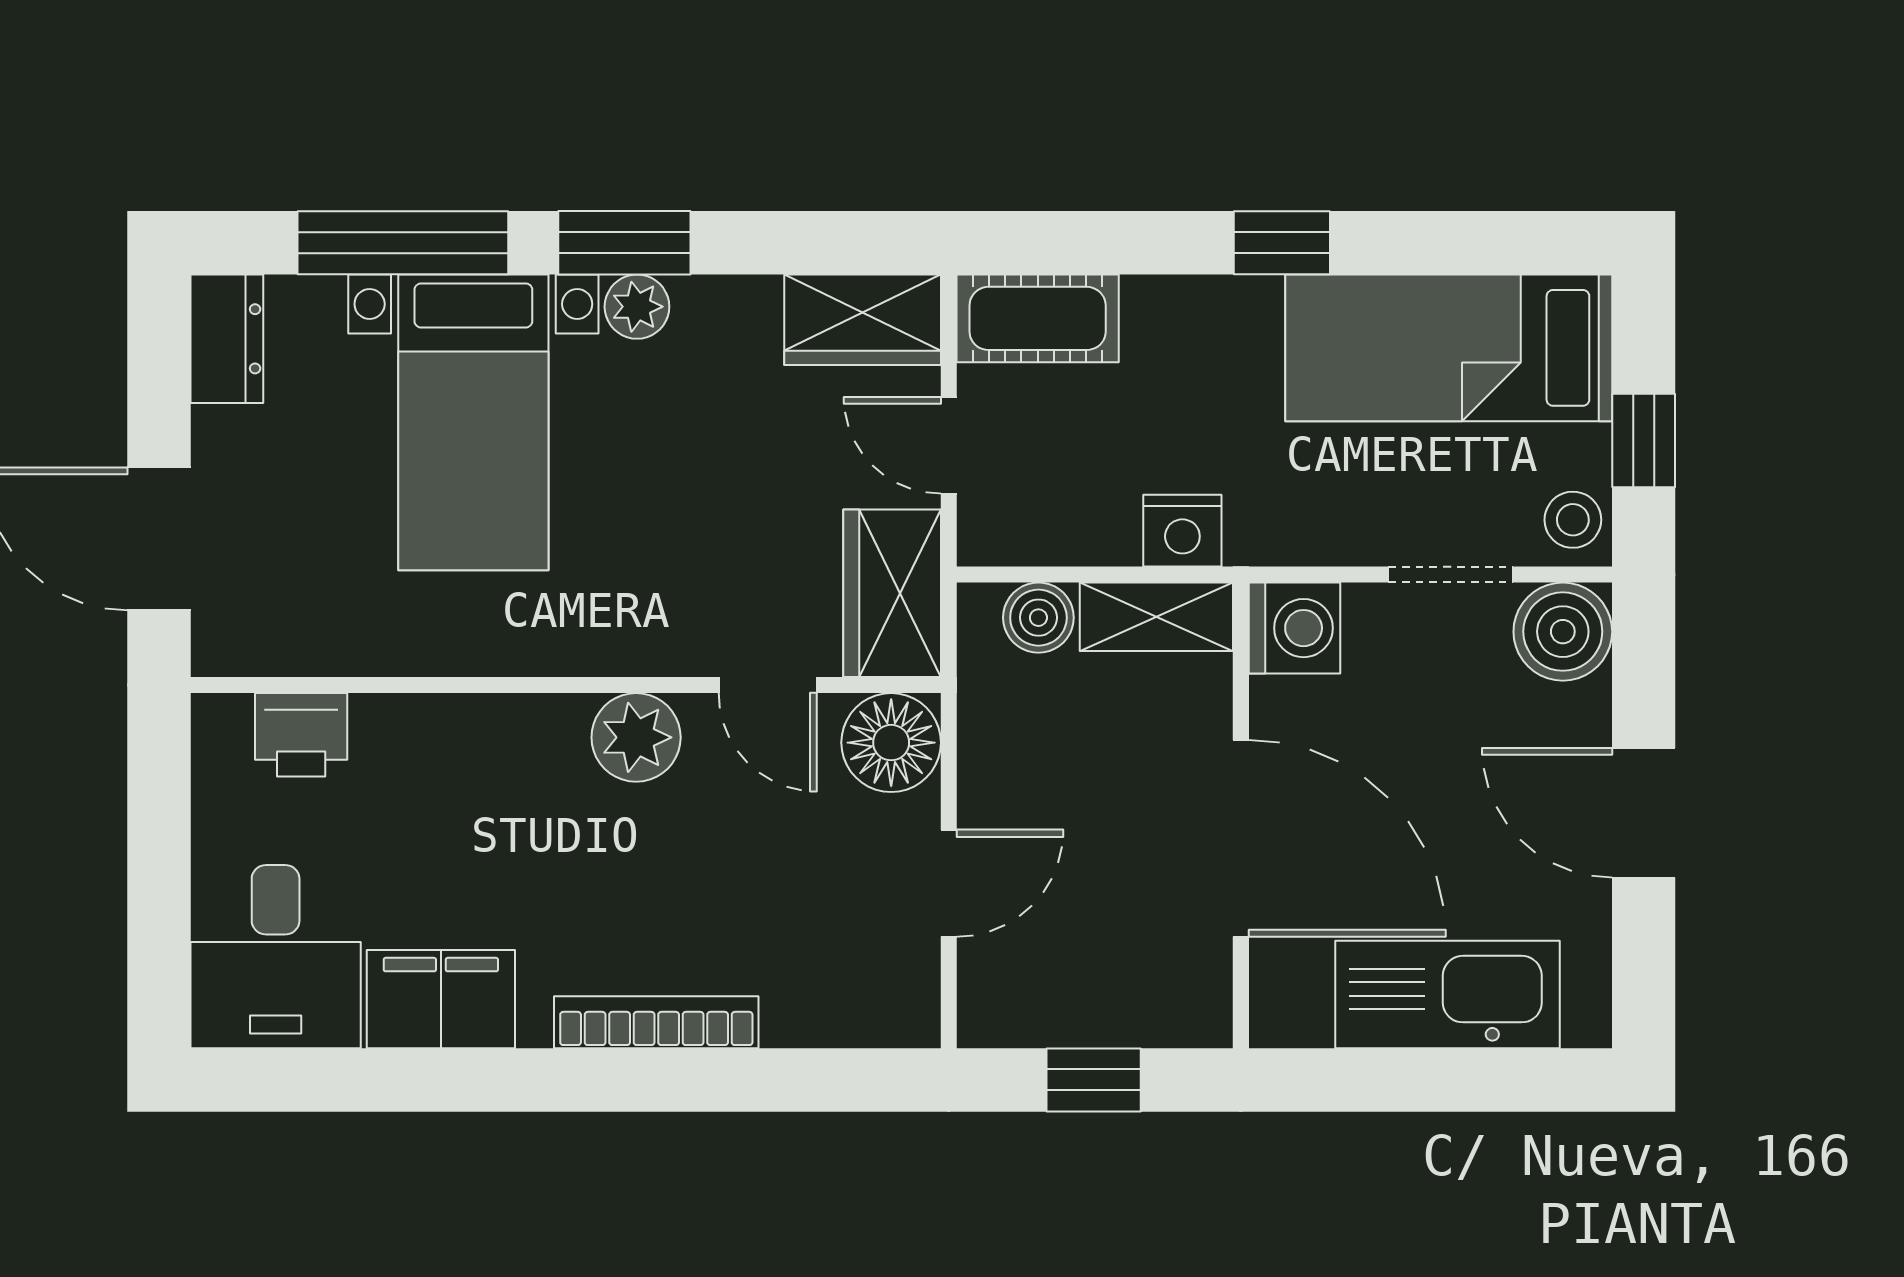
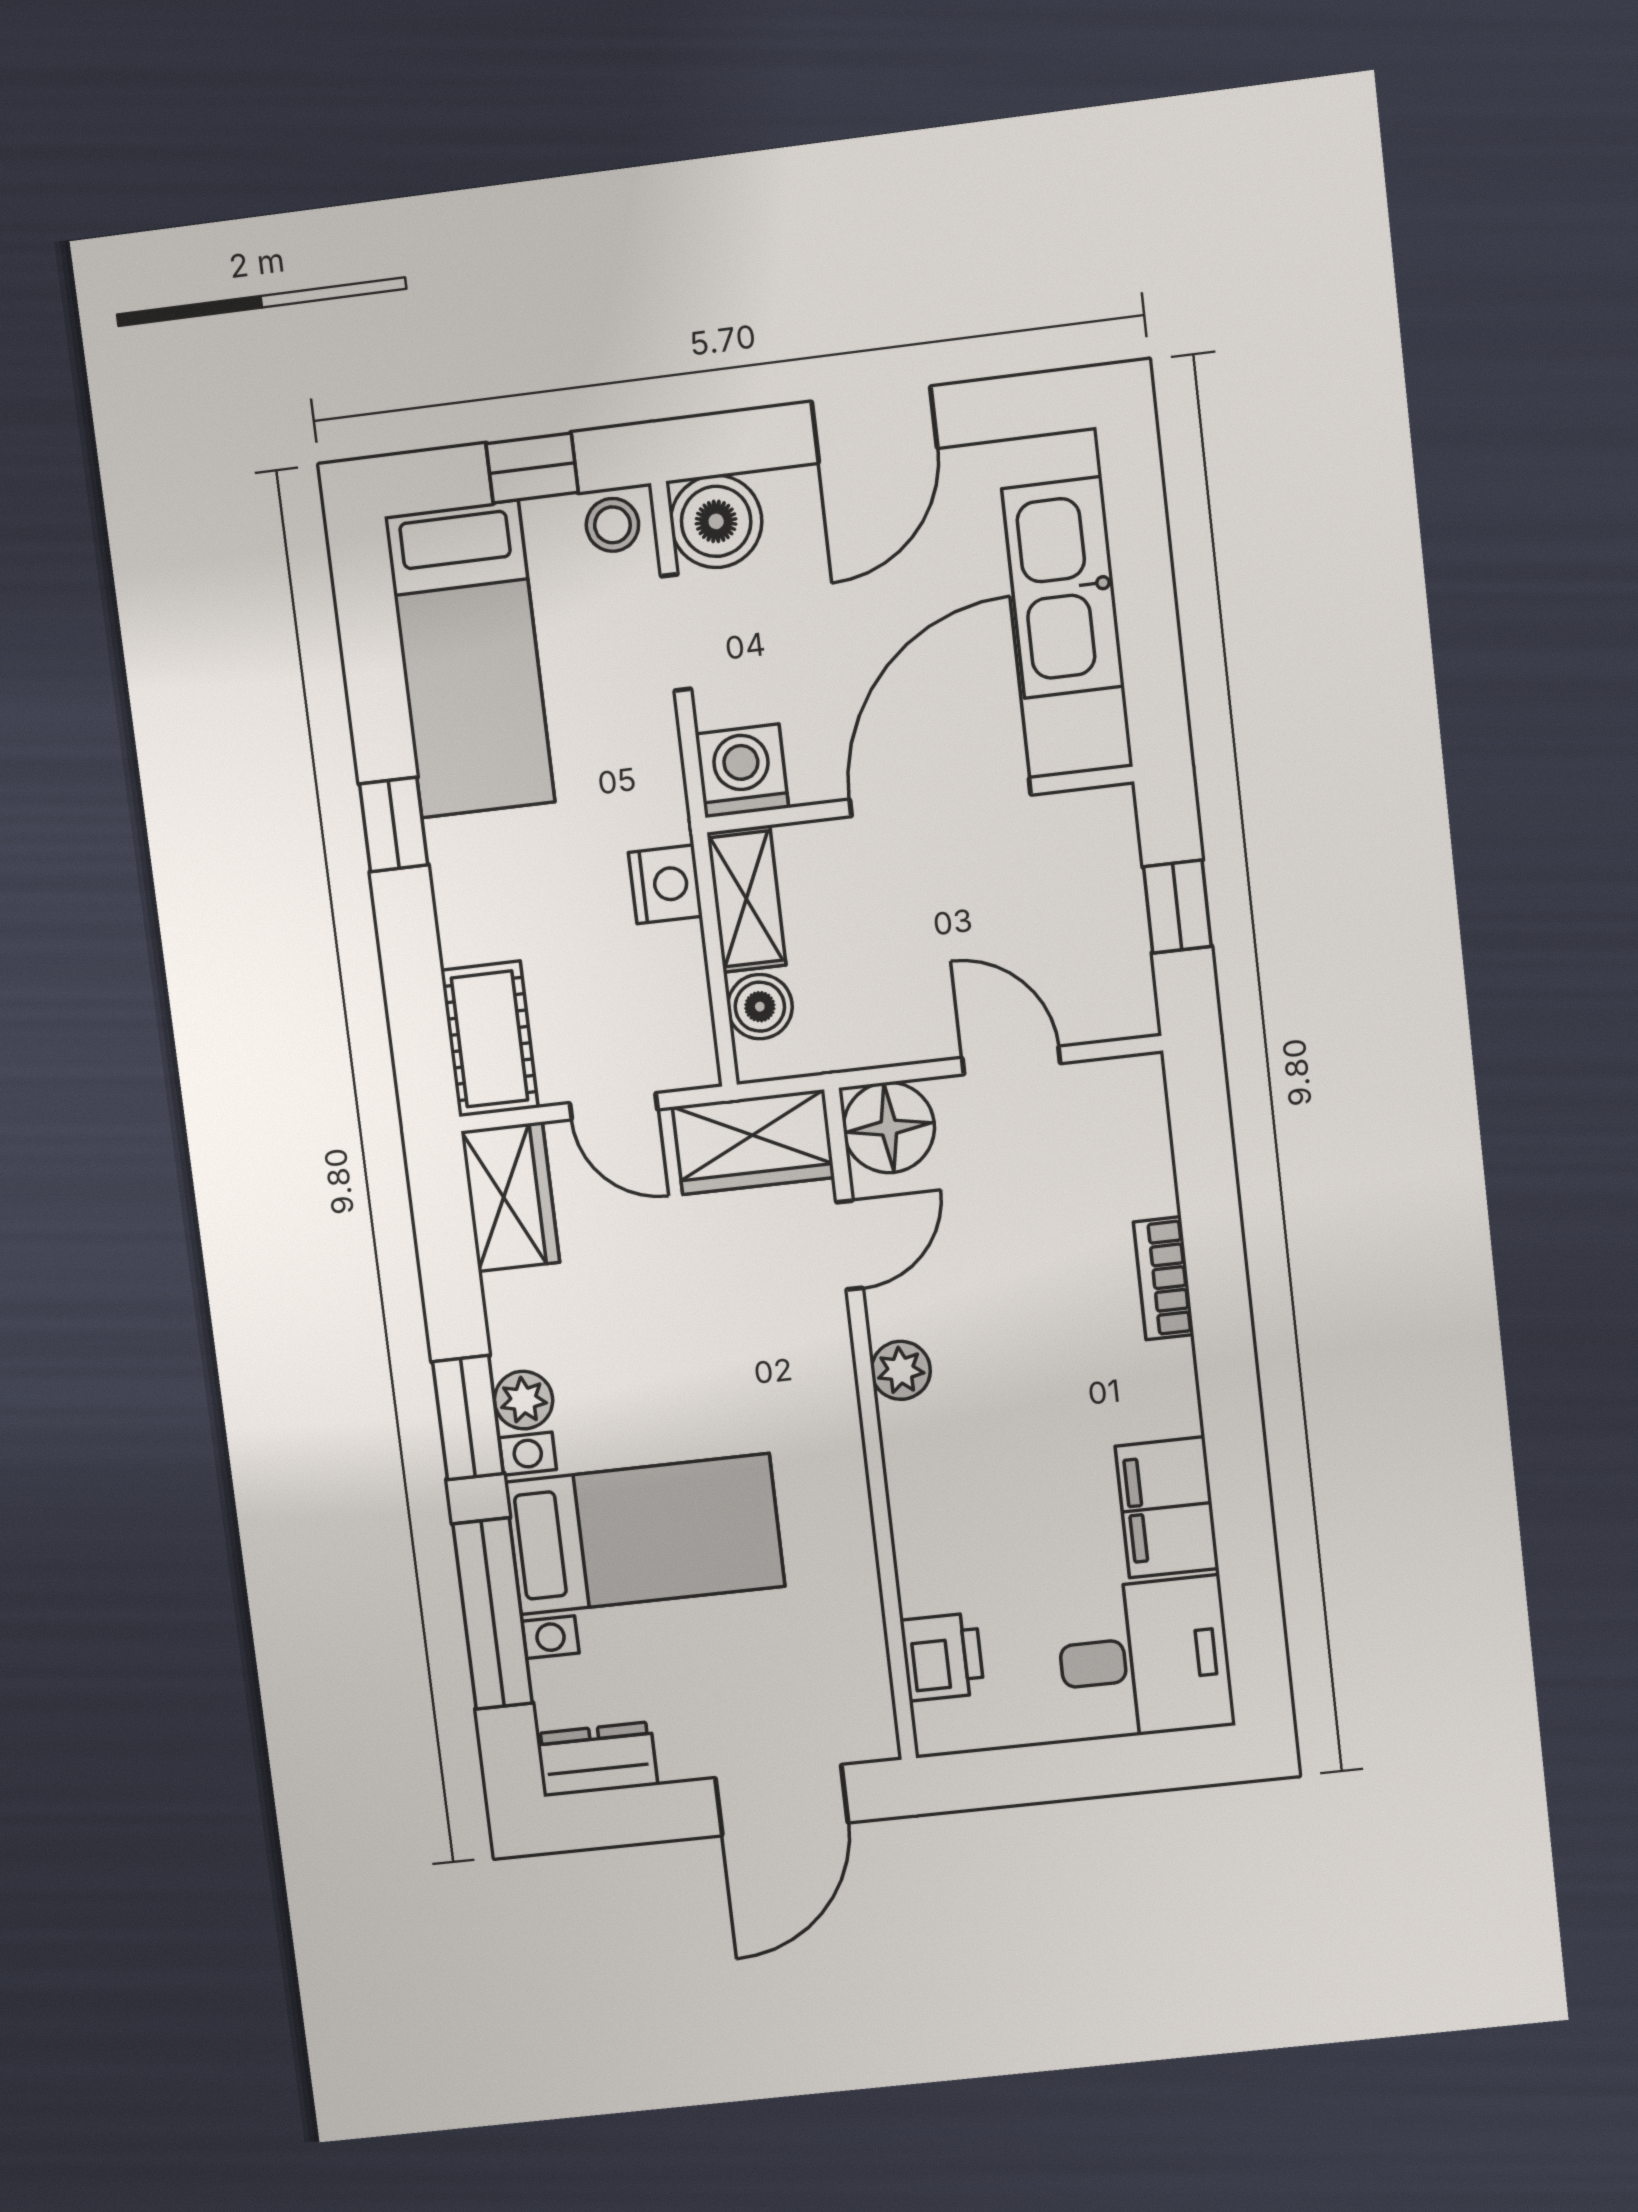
door: (949, 445) -> (614, 1106), hinge flipped
plant: (636, 737) -> (901, 1370), width x0.73, depth x0.73
bookcase: (656, 1022) -> (1164, 1278), width x0.64

